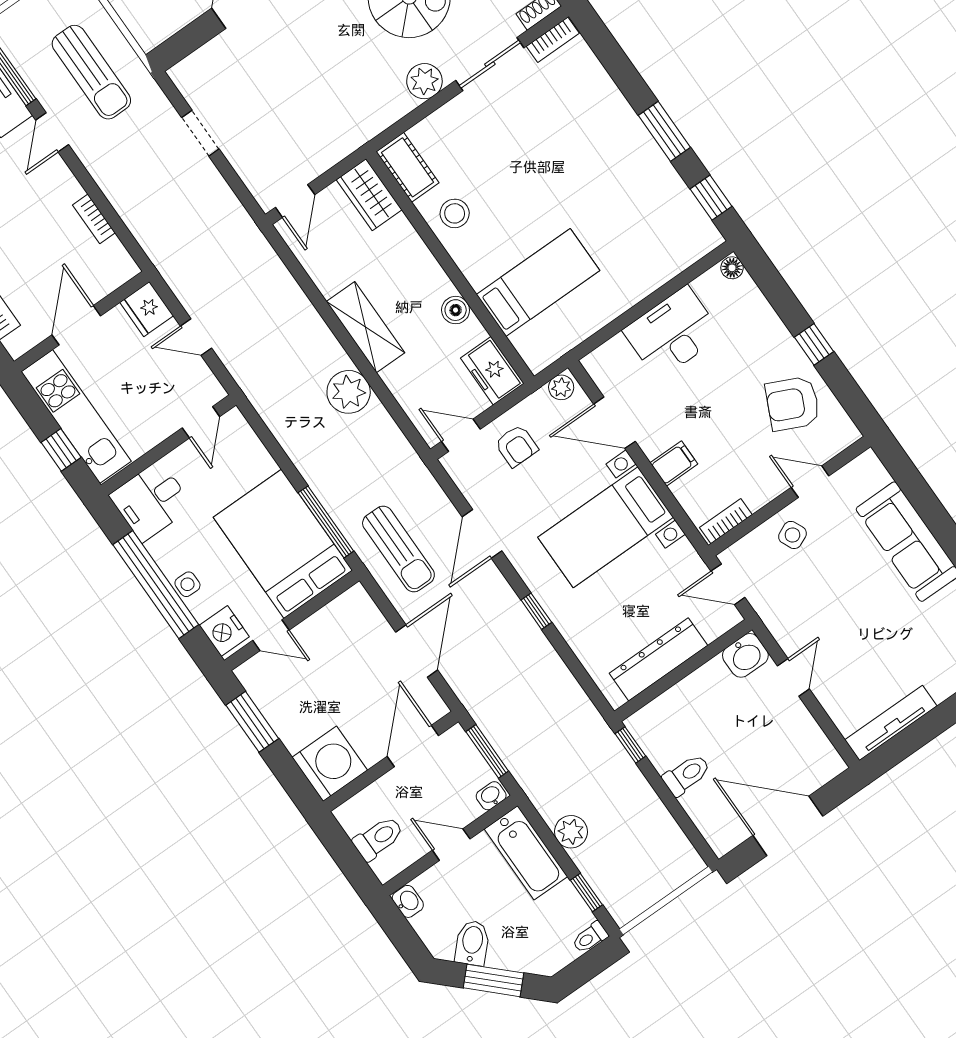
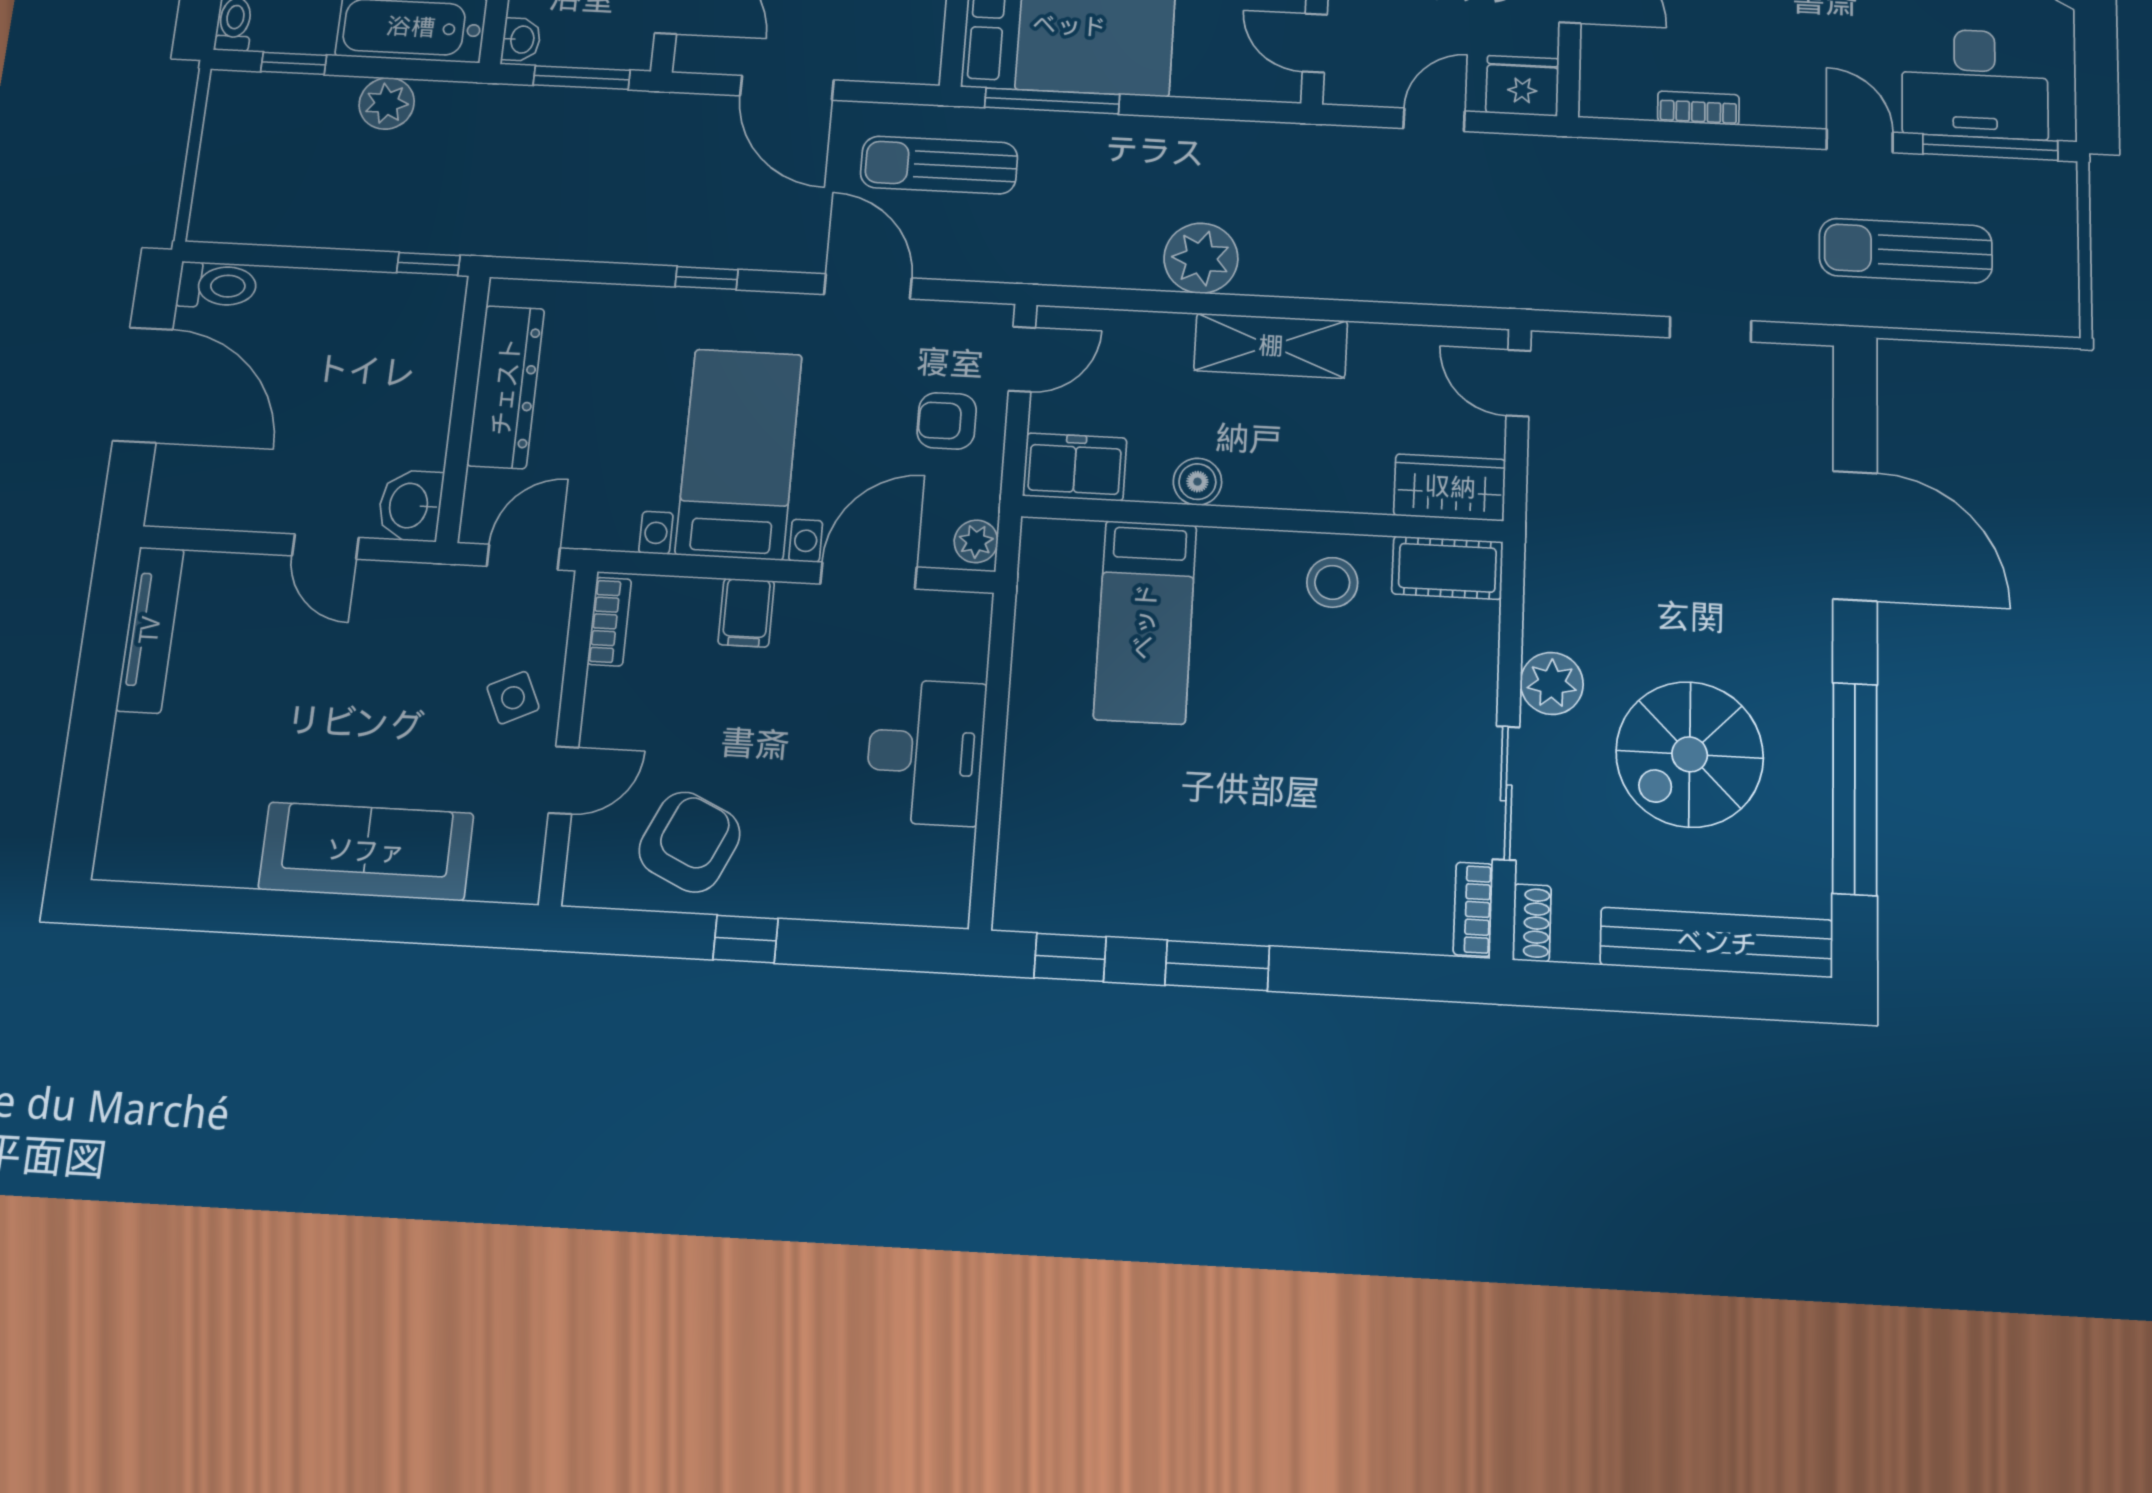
floor lamp: (732, 268) -> (947, 908), removed
toilet: (686, 775) -> (217, 285), moved, turned -90
door: (788, 826) -> (143, 385), hinge flipped

